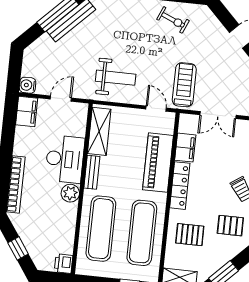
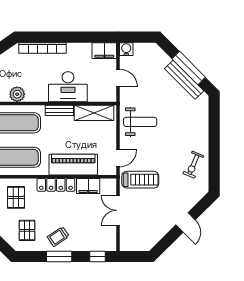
weight bench: (116, 78) -> (140, 122), turned -90
plant: (70, 193) -> (17, 94), moved

